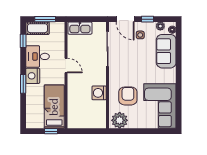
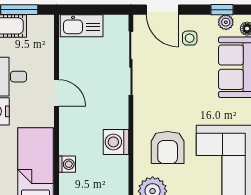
window: (147, 19) -> (222, 10), moved
armchair: (128, 96) -> (168, 148), turned 180
washing machine: (72, 105) -> (67, 164), added

